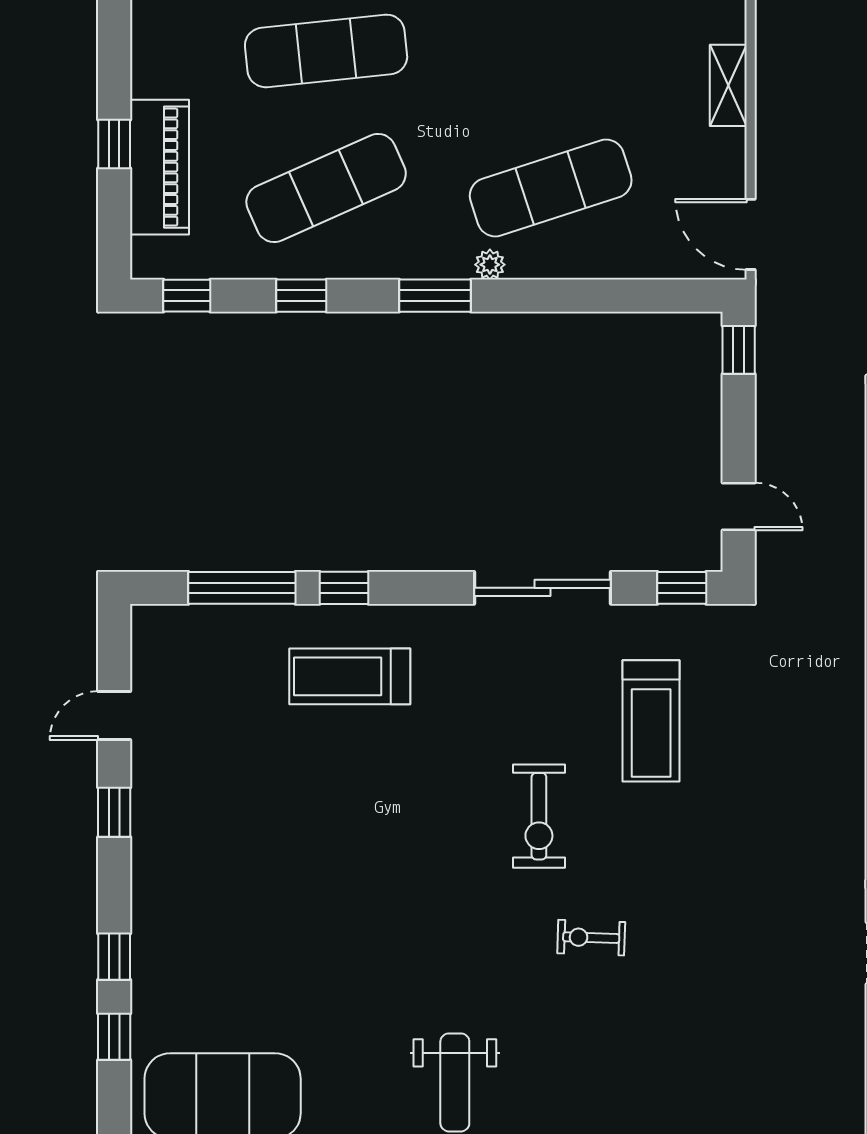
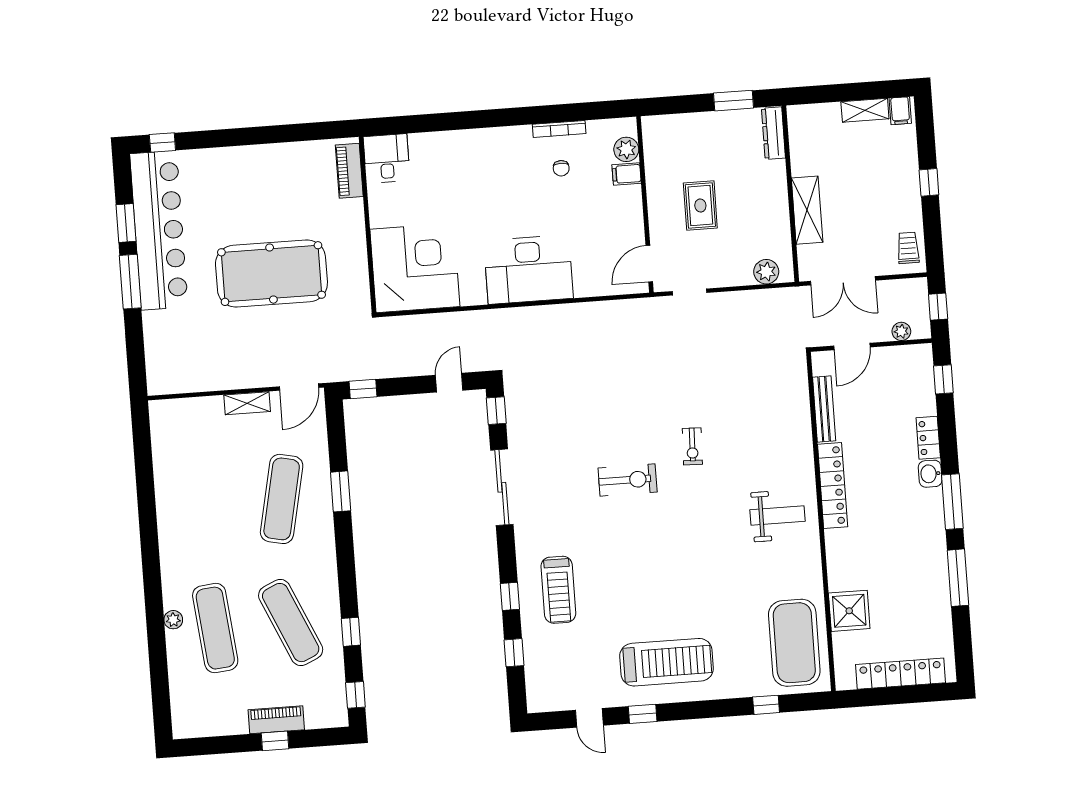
shelving: (728, 85) -> (247, 403), moved
piano: (159, 167) -> (276, 720), width x0.73, depth x0.75
exercise mat: (551, 188) -> (282, 499), turned 30
plant: (490, 265) -> (326, 529), removed
window: (435, 296) -> (341, 491), moved
window: (242, 588) -> (514, 653), width x0.46
treadmill: (651, 721) -> (667, 662), moved, width x1.37, depth x1.38
window: (114, 957) -> (722, 708), removed

